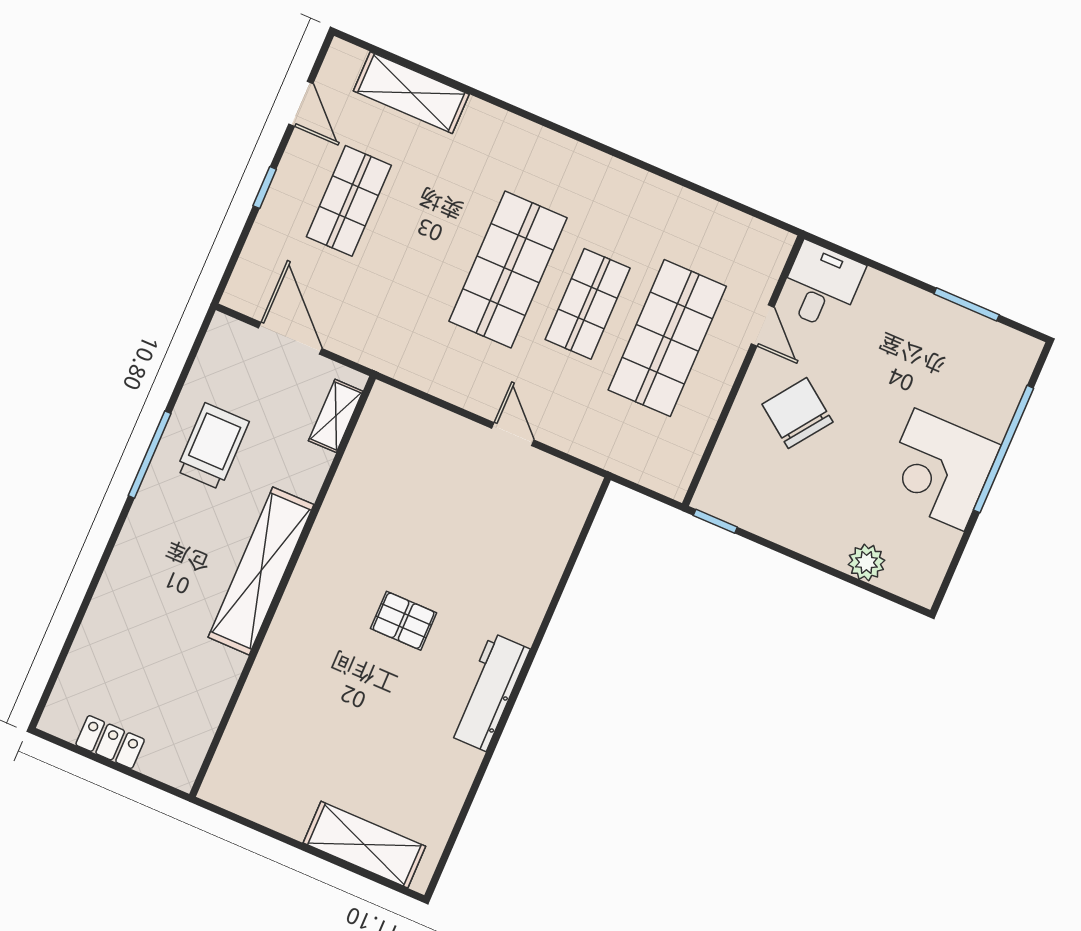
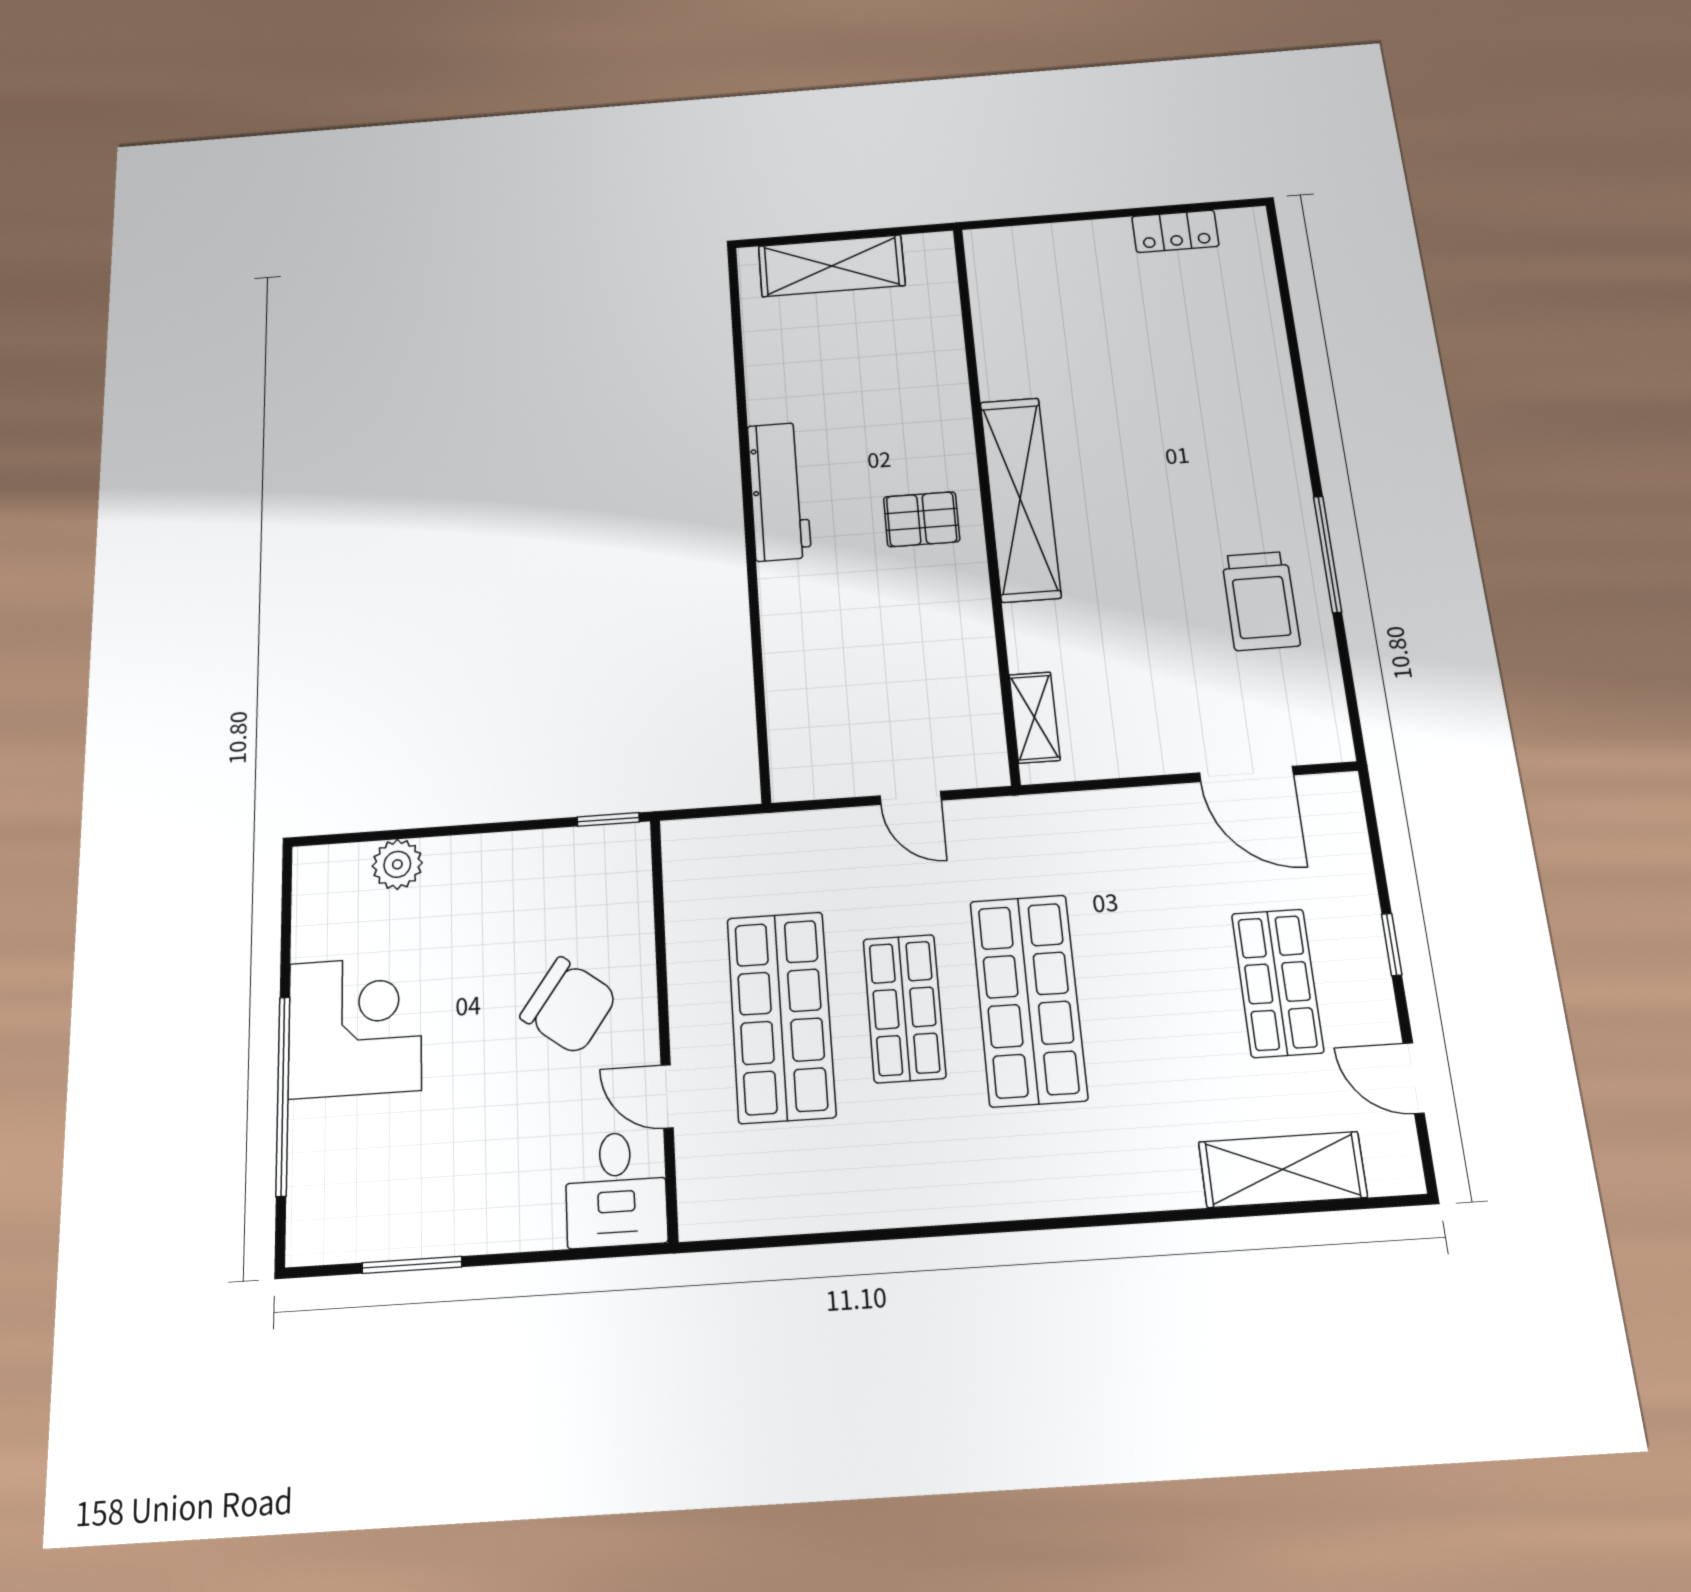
shelving: (336, 416) -> (1035, 717), moved
shelving: (261, 571) -> (1020, 499), moved
wall: (283, 586) -> (985, 494), moved

